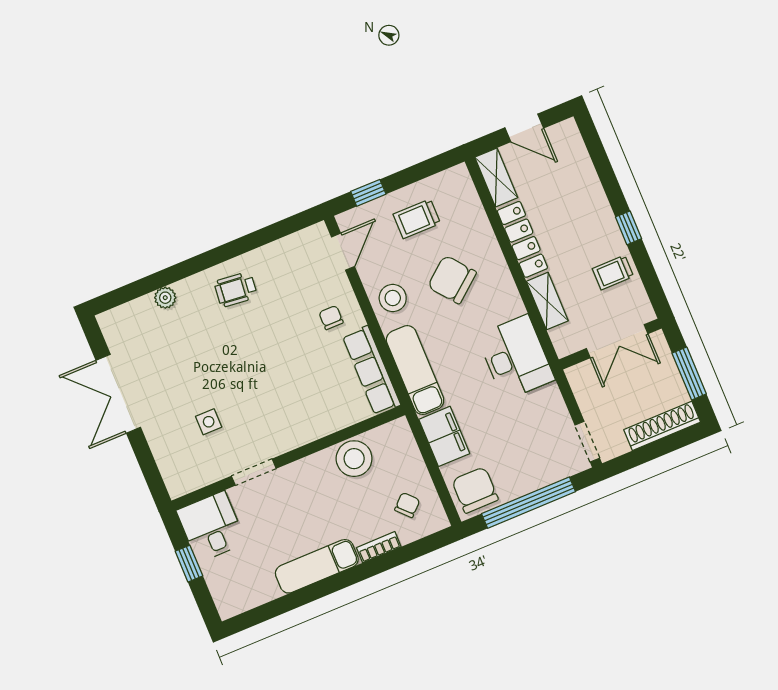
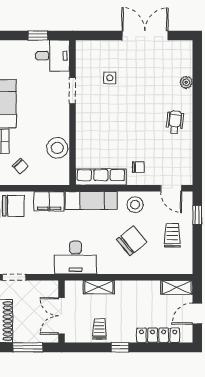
locker: (522, 239) -> (158, 335), moved, turned 180

